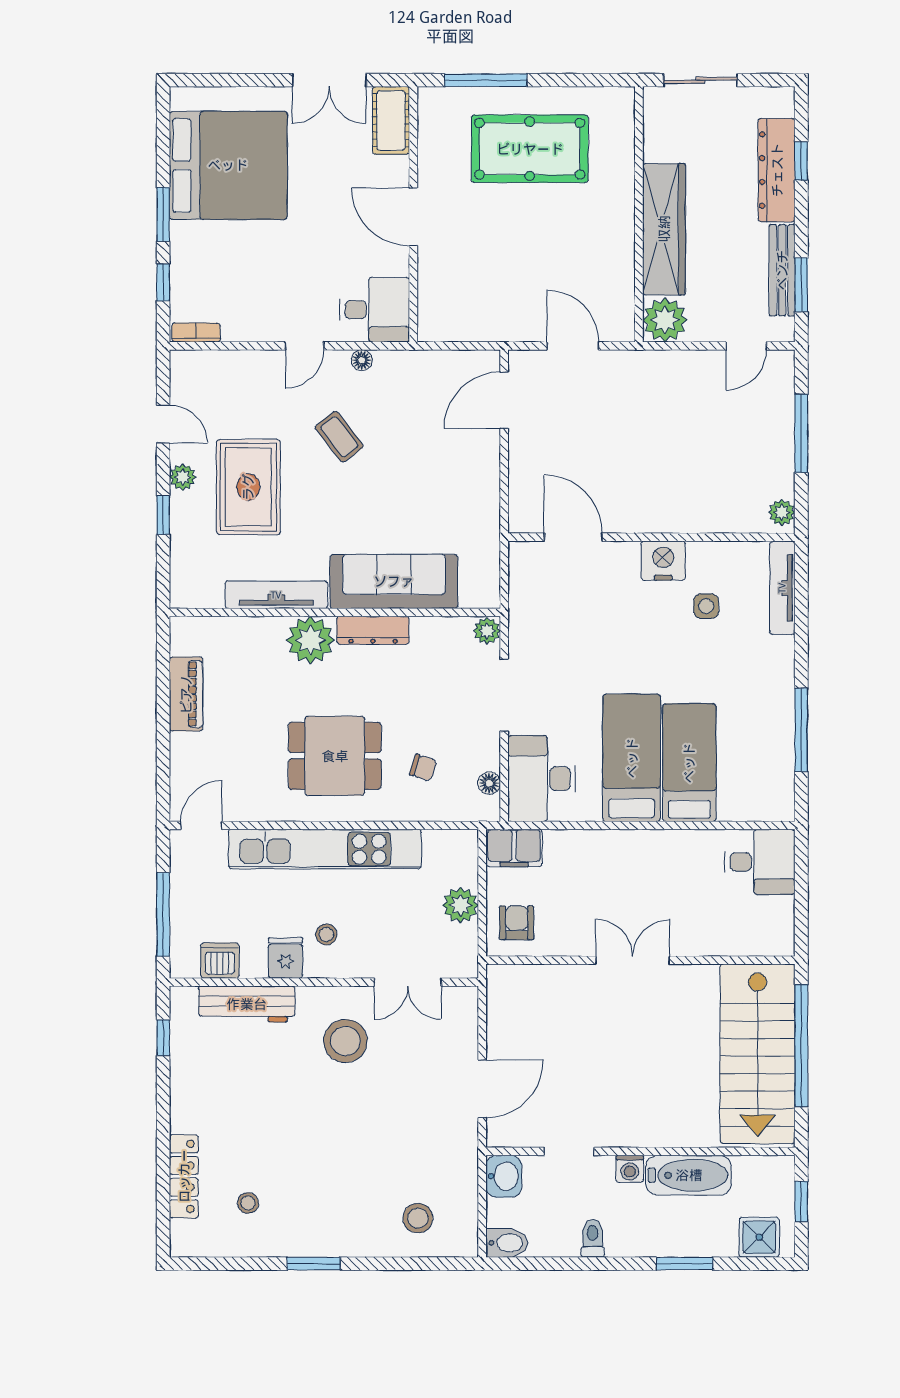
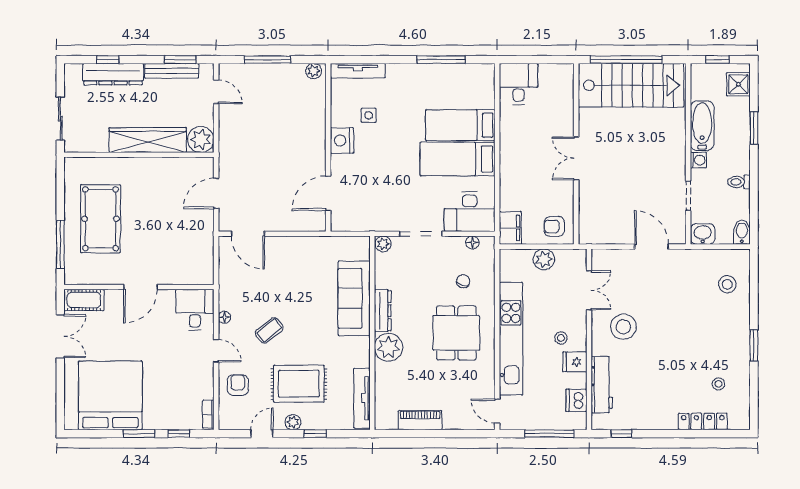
armchair: (246, 383) -> (238, 385), added
tv unit: (276, 595) -> (362, 398), moved

